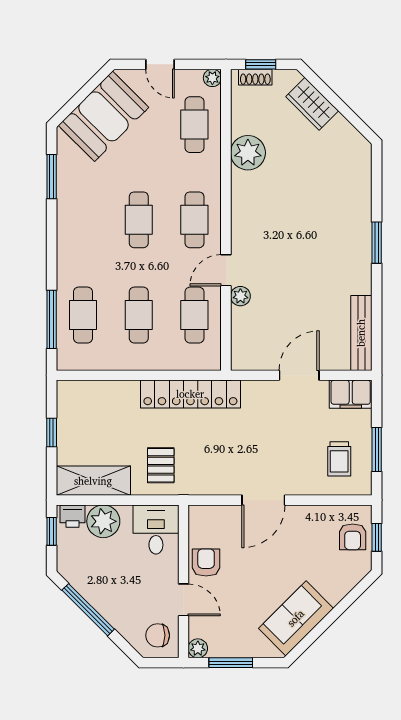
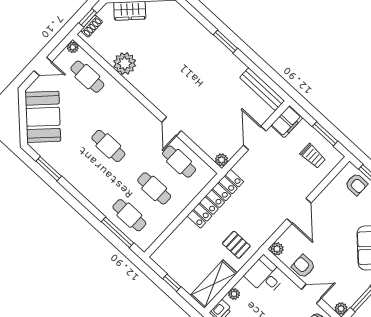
cafe table: (194, 220) -> (133, 119), removed
plant: (240, 296) -> (222, 160), moved
plant: (198, 515) -> (277, 249), added
plant: (103, 521) -> (234, 294), width x0.53, depth x0.53

